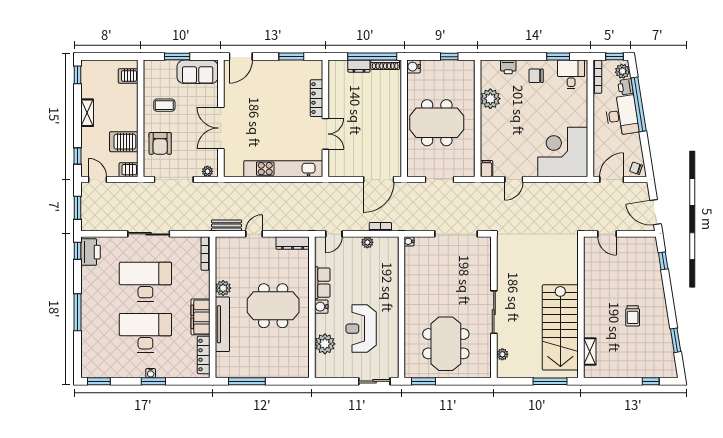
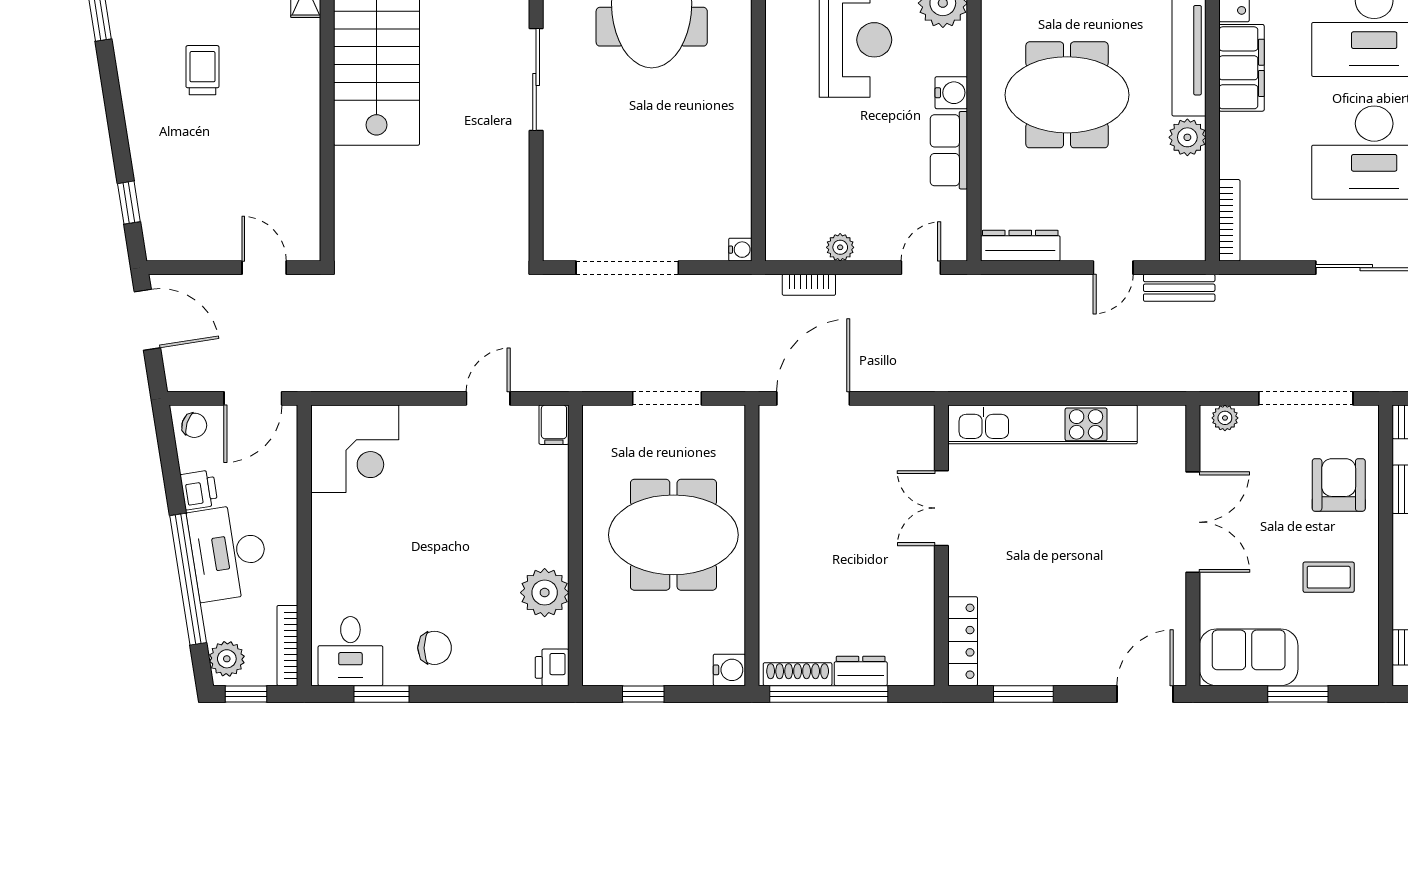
printer: (508, 67) -> (552, 667), moved, turned -90
printer: (625, 87) -> (199, 490), moved
locker: (317, 98) -> (963, 641), moved
corner desk: (563, 152) -> (355, 449), width x0.74, depth x0.74

